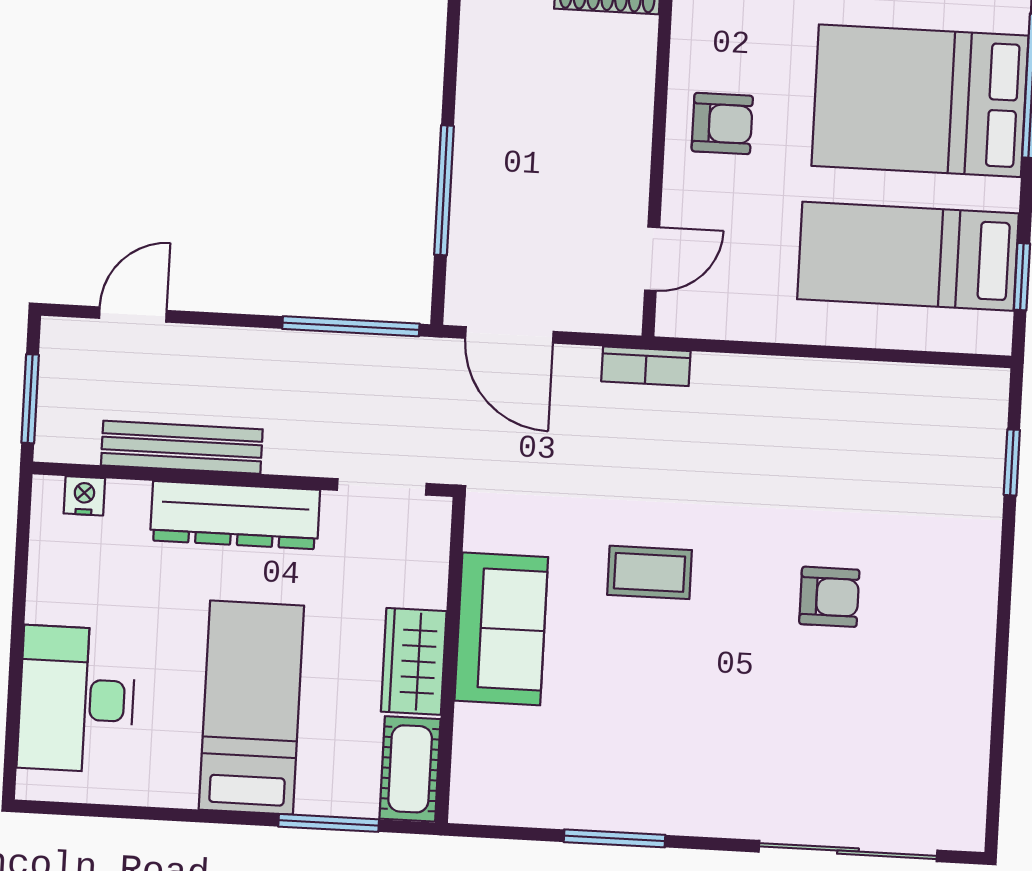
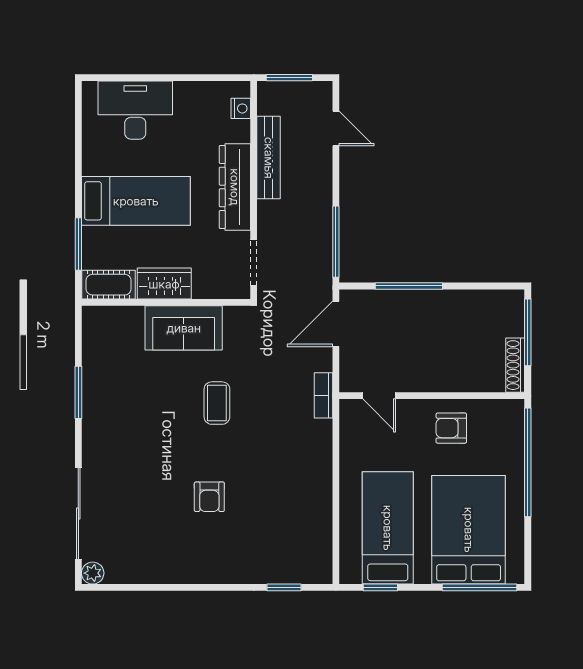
armchair: (722, 124) -> (451, 428), turned 90
plant: (964, 830) -> (93, 573), added

